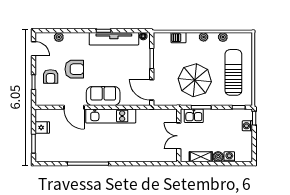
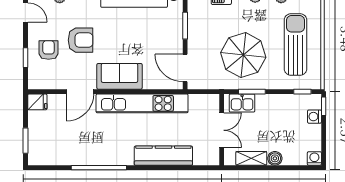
armchair: (51, 77) -> (49, 50), turned 180
door: (74, 107) -> (80, 92), hinge flipped
kitchen unit: (111, 116) -> (142, 103), width x1.36
fridge: (42, 128) -> (37, 102), moved
double door: (179, 136) -> (222, 130), swing flipped
kitchen counter: (136, 155) -> (163, 156), added
washing machine: (229, 157) -> (314, 158), moved

